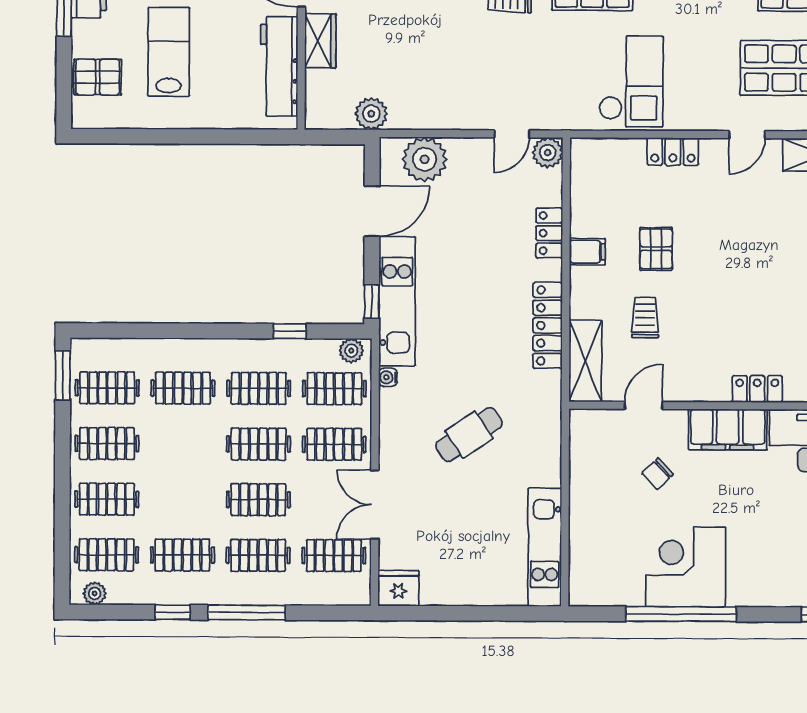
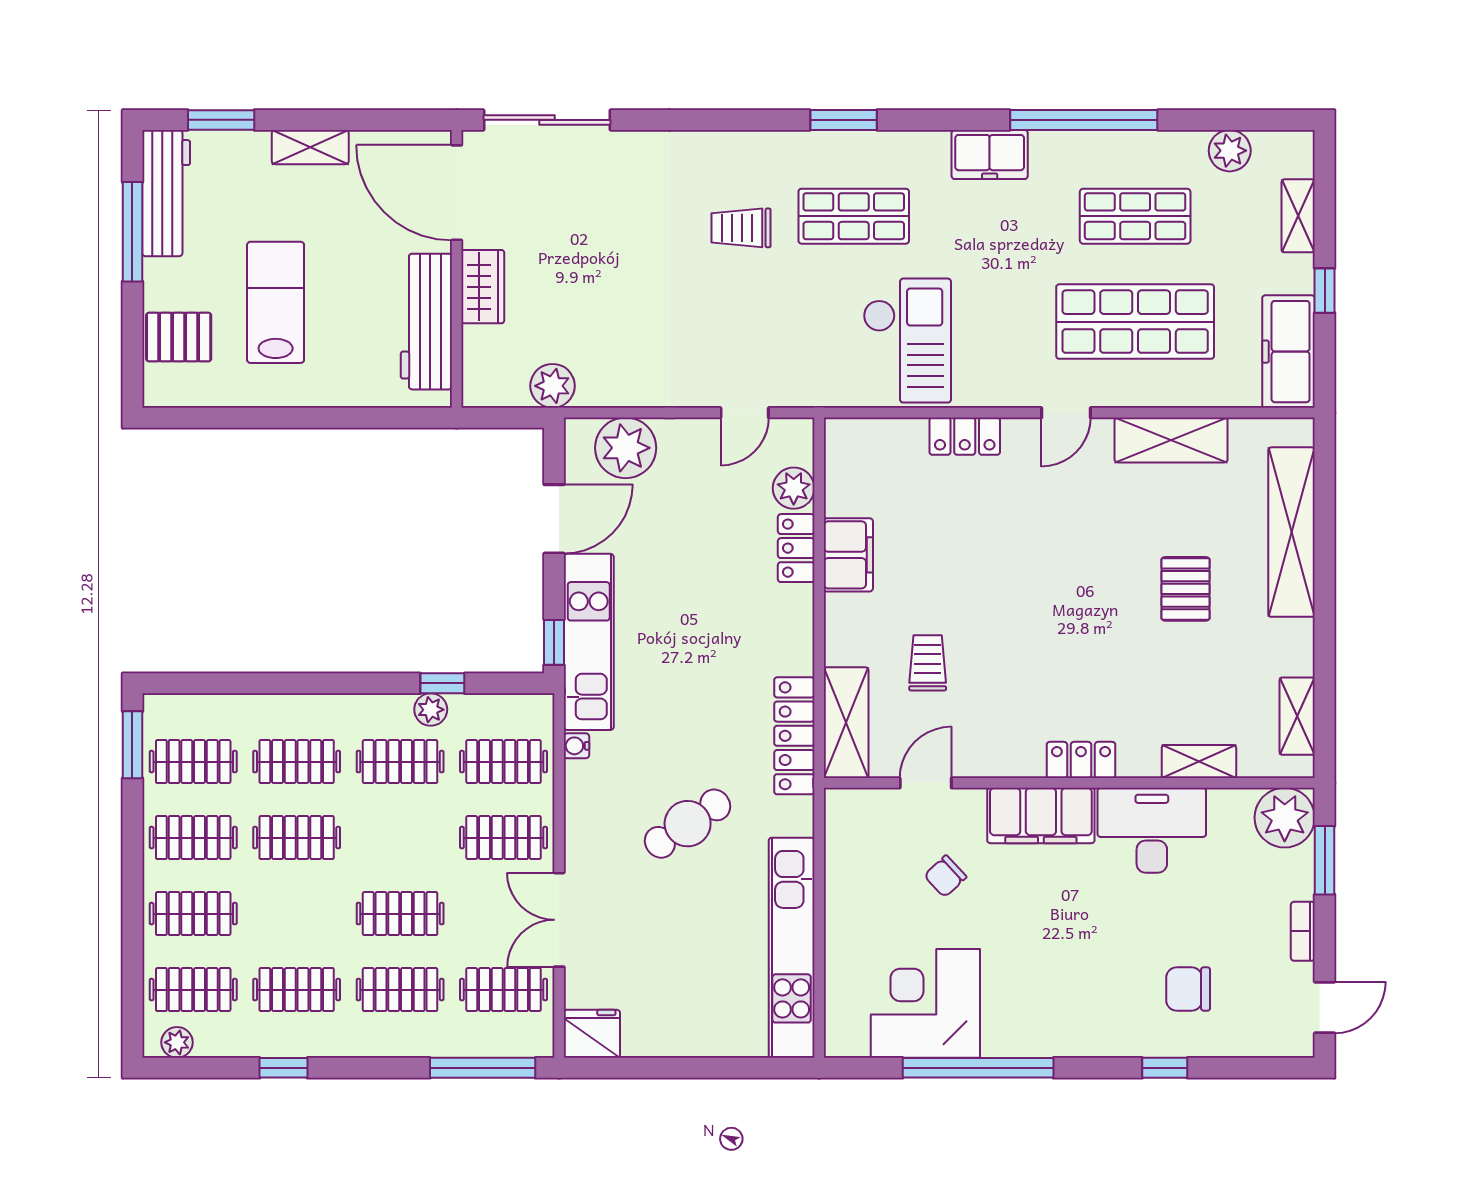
plant: (548, 153) -> (794, 488), moved
pallet: (656, 249) -> (942, 569), removed
filing cabinet: (587, 252) -> (848, 555), width x2.00
locker: (548, 325) -> (794, 736), moved
plant: (351, 351) -> (431, 710), moved
clothes rail: (258, 444) -> (297, 838), moved
kitchen unit: (545, 547) -> (792, 948), width x1.36
corner desk: (686, 567) -> (925, 1003), moved
window: (247, 613) -> (483, 1068), moved

